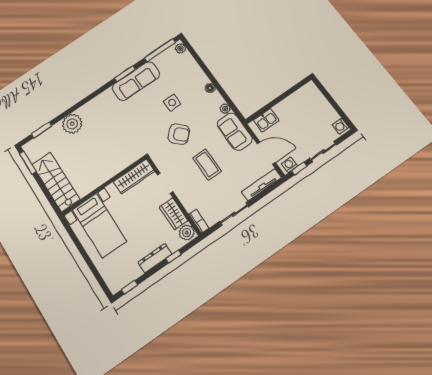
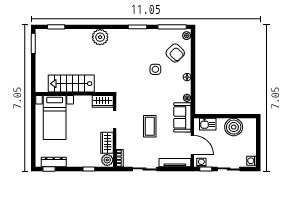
sofa: (136, 81) -> (141, 37), removed
boiler: (295, 105) -> (234, 127), added
plant: (72, 124) -> (100, 37), moved
armchair: (179, 134) -> (175, 53), moved
wardrobe: (134, 176) -> (103, 101), width x0.67
stairs: (56, 182) -> (71, 84), moved, turned -90
dresser: (155, 258) -> (54, 162), moved

